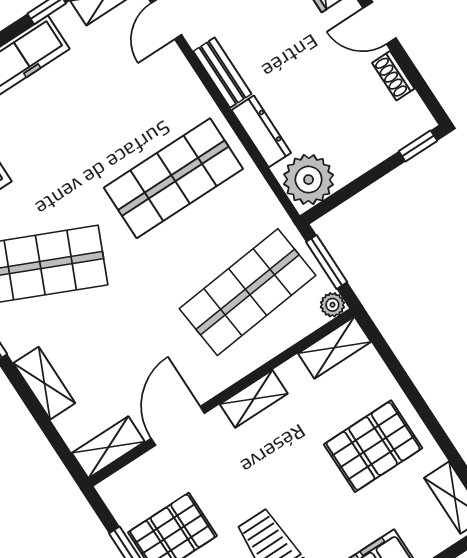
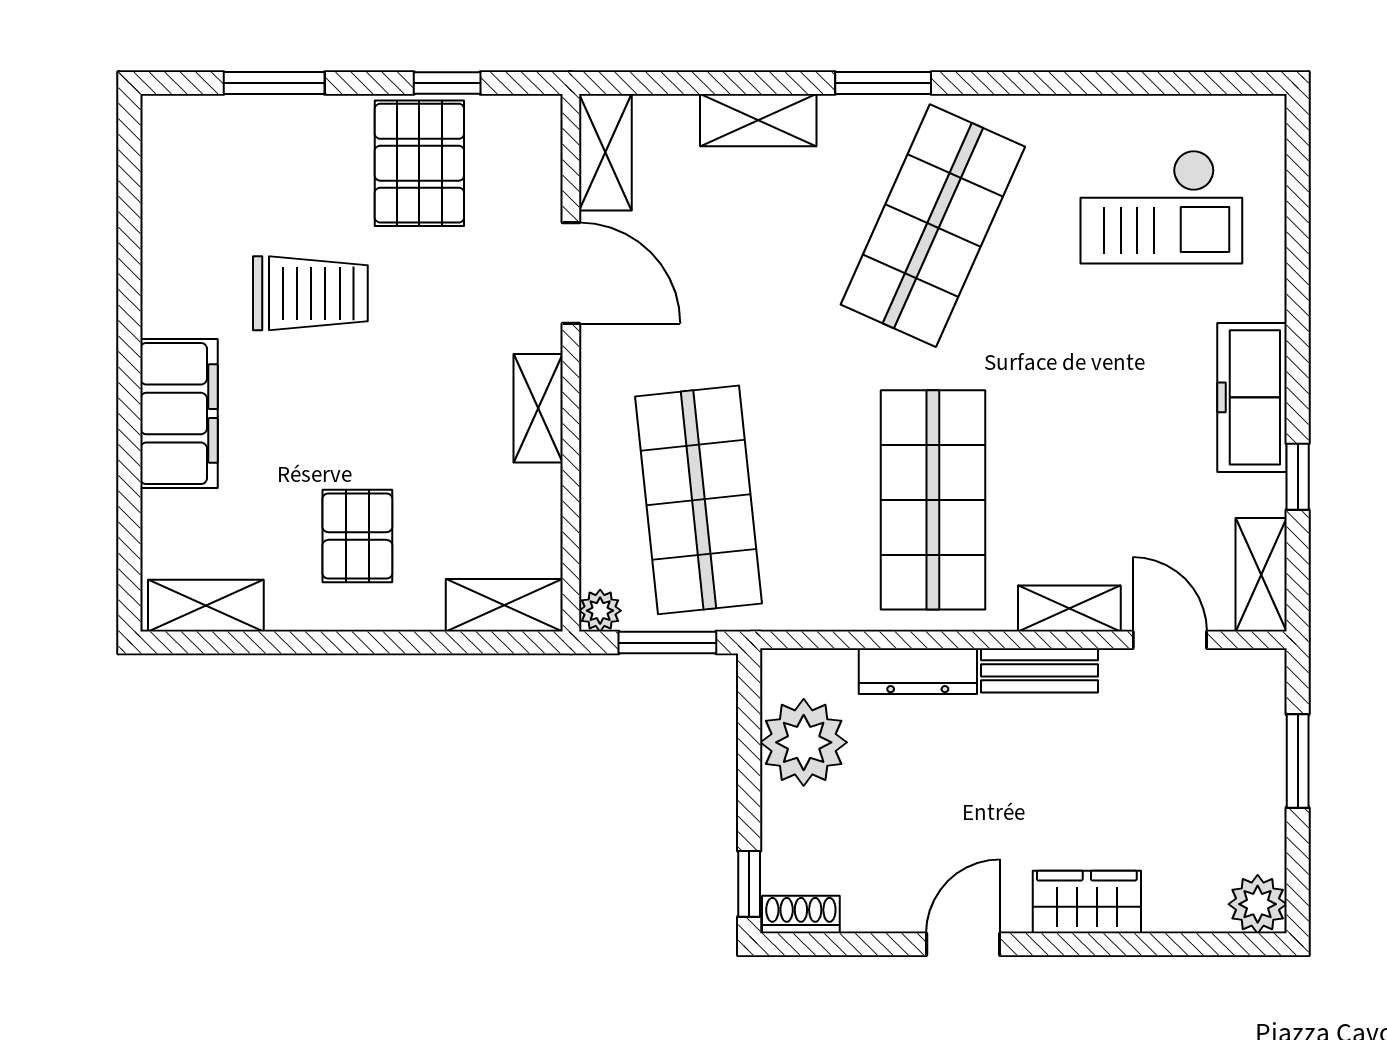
shoe rack: (393, 76) -> (801, 914), moved
shelving: (183, 78) -> (1069, 609), added
plant: (309, 180) -> (804, 742), moved
shelving: (334, 348) -> (504, 605), moved, turned 90
pallet: (373, 446) -> (357, 536), width x0.67, depth x0.71

